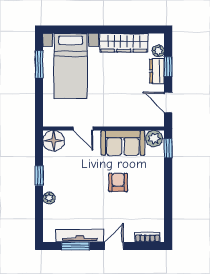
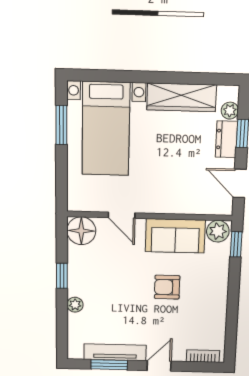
armchair: (118, 182) -> (167, 287), turned -90

